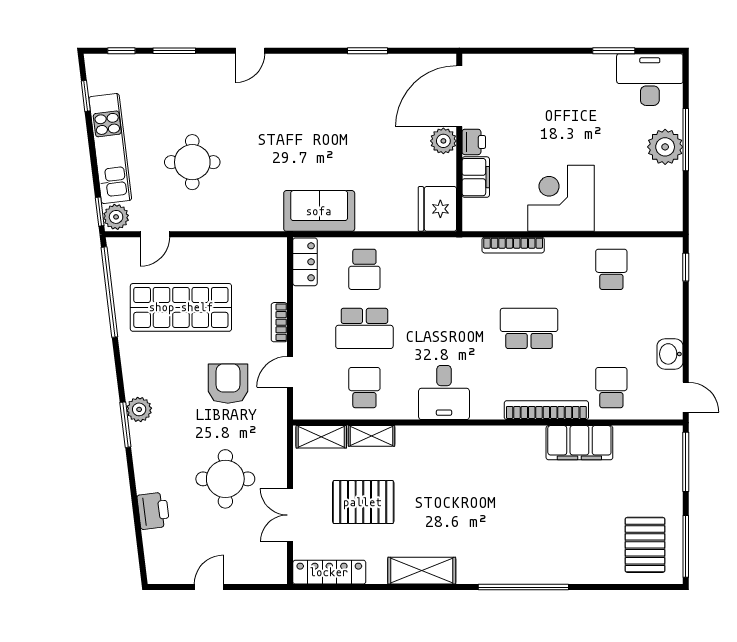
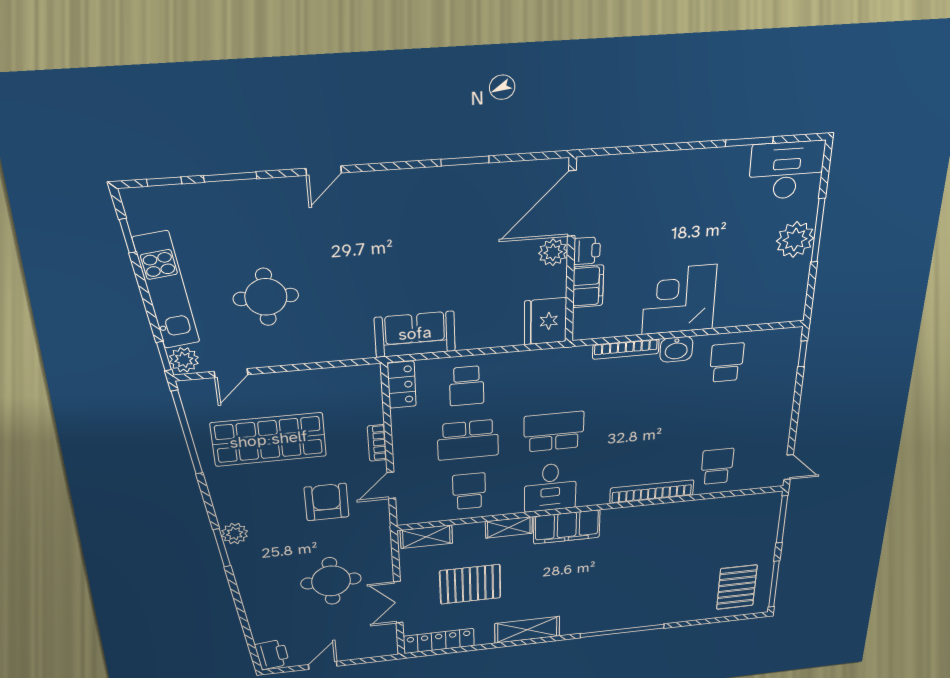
school desk: (529, 328) -> (554, 432), moved
washbasin: (670, 354) -> (676, 349), moved, turned -90
shelving: (372, 436) -> (509, 527), moved
filing cabinet: (579, 443) -> (567, 527), moved
printer: (153, 511) -> (272, 654), moved

